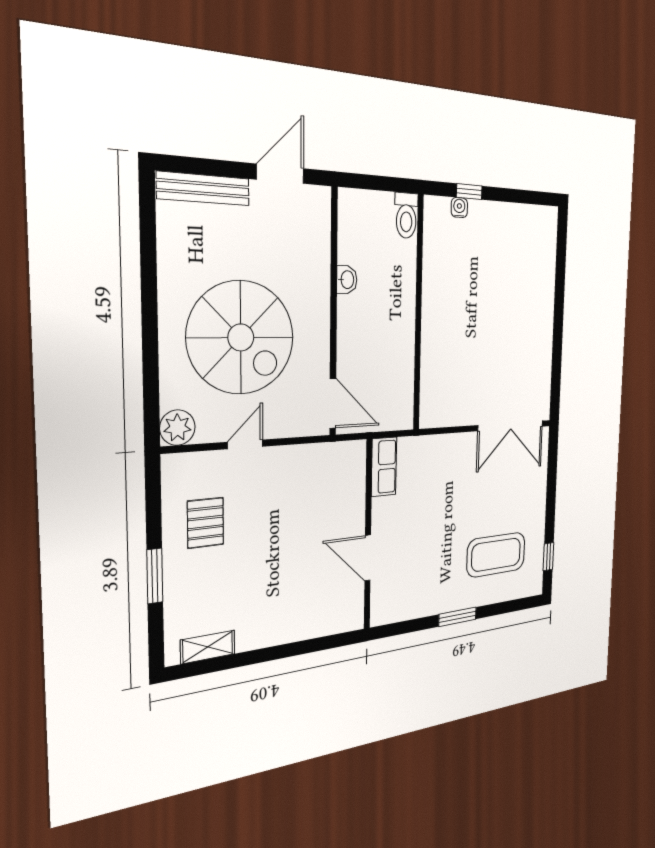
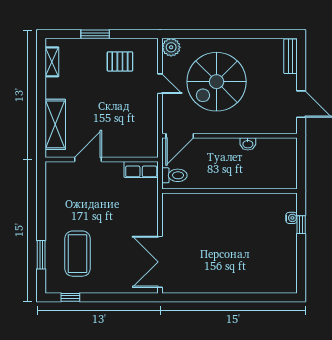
bench: (204, 189) -> (291, 56), width x0.73
toilet: (406, 216) -> (174, 175), moved, turned 180
window: (458, 617) -> (41, 255), moved
shelving: (313, 622) -> (55, 124), added

